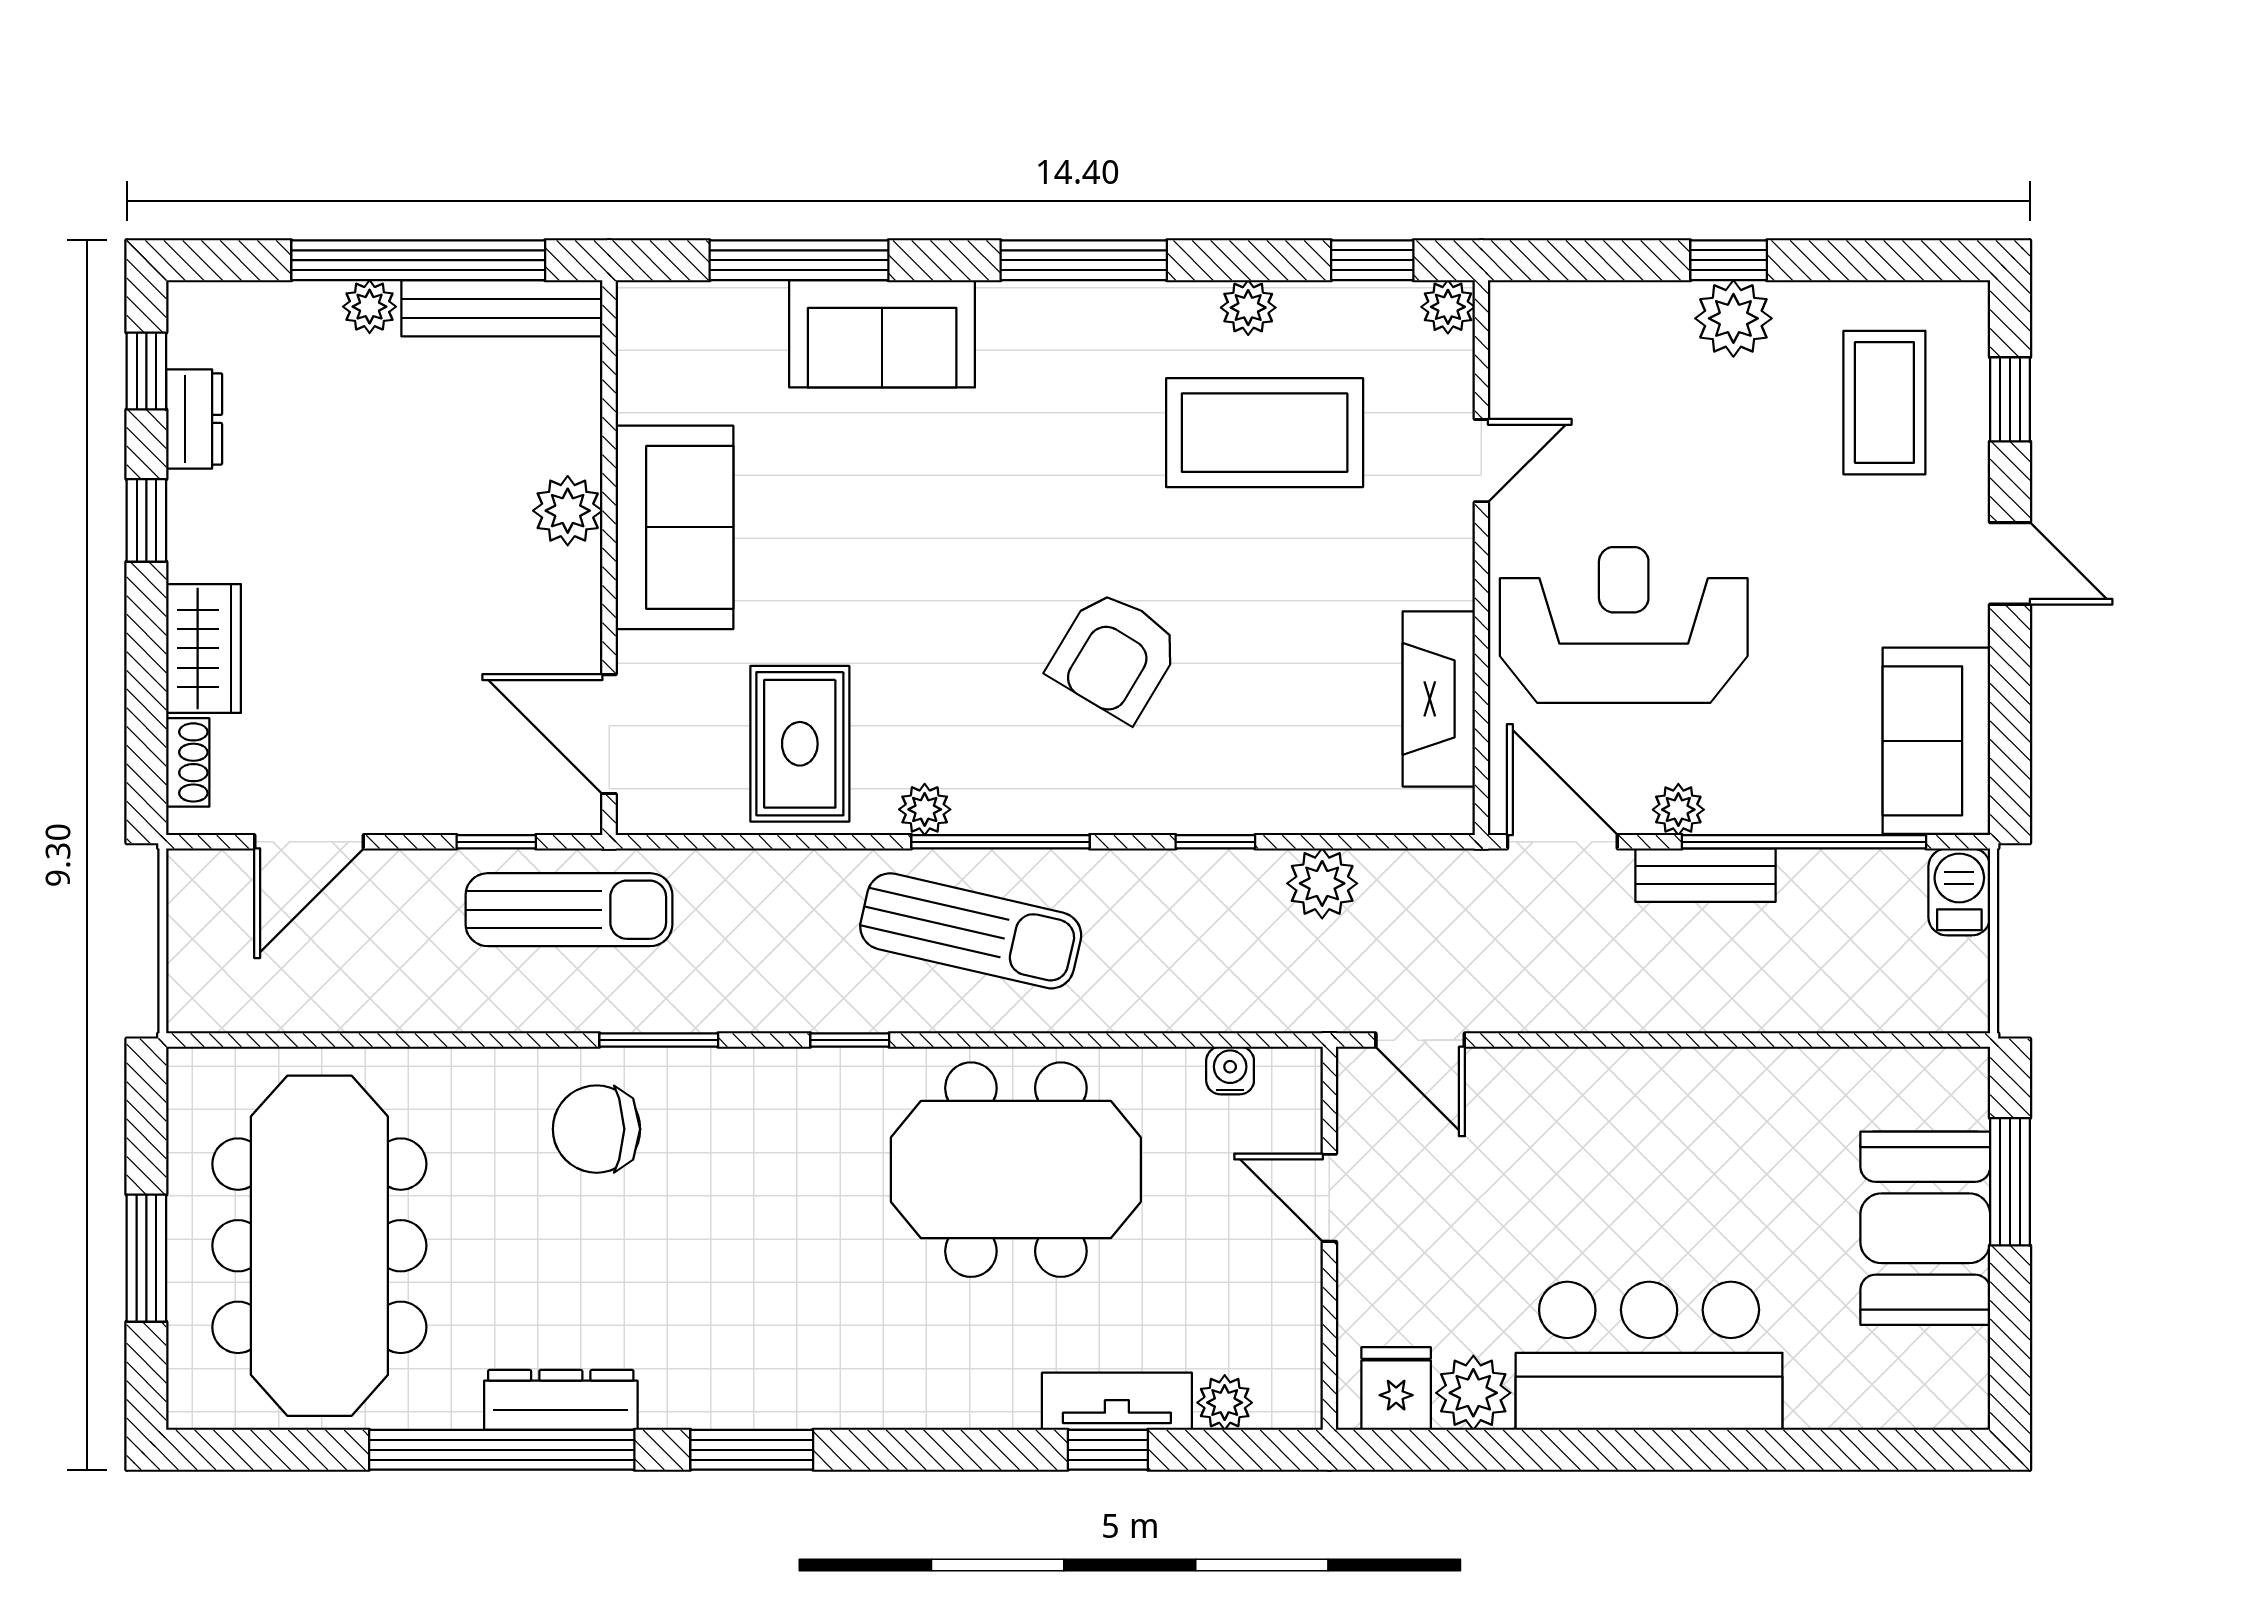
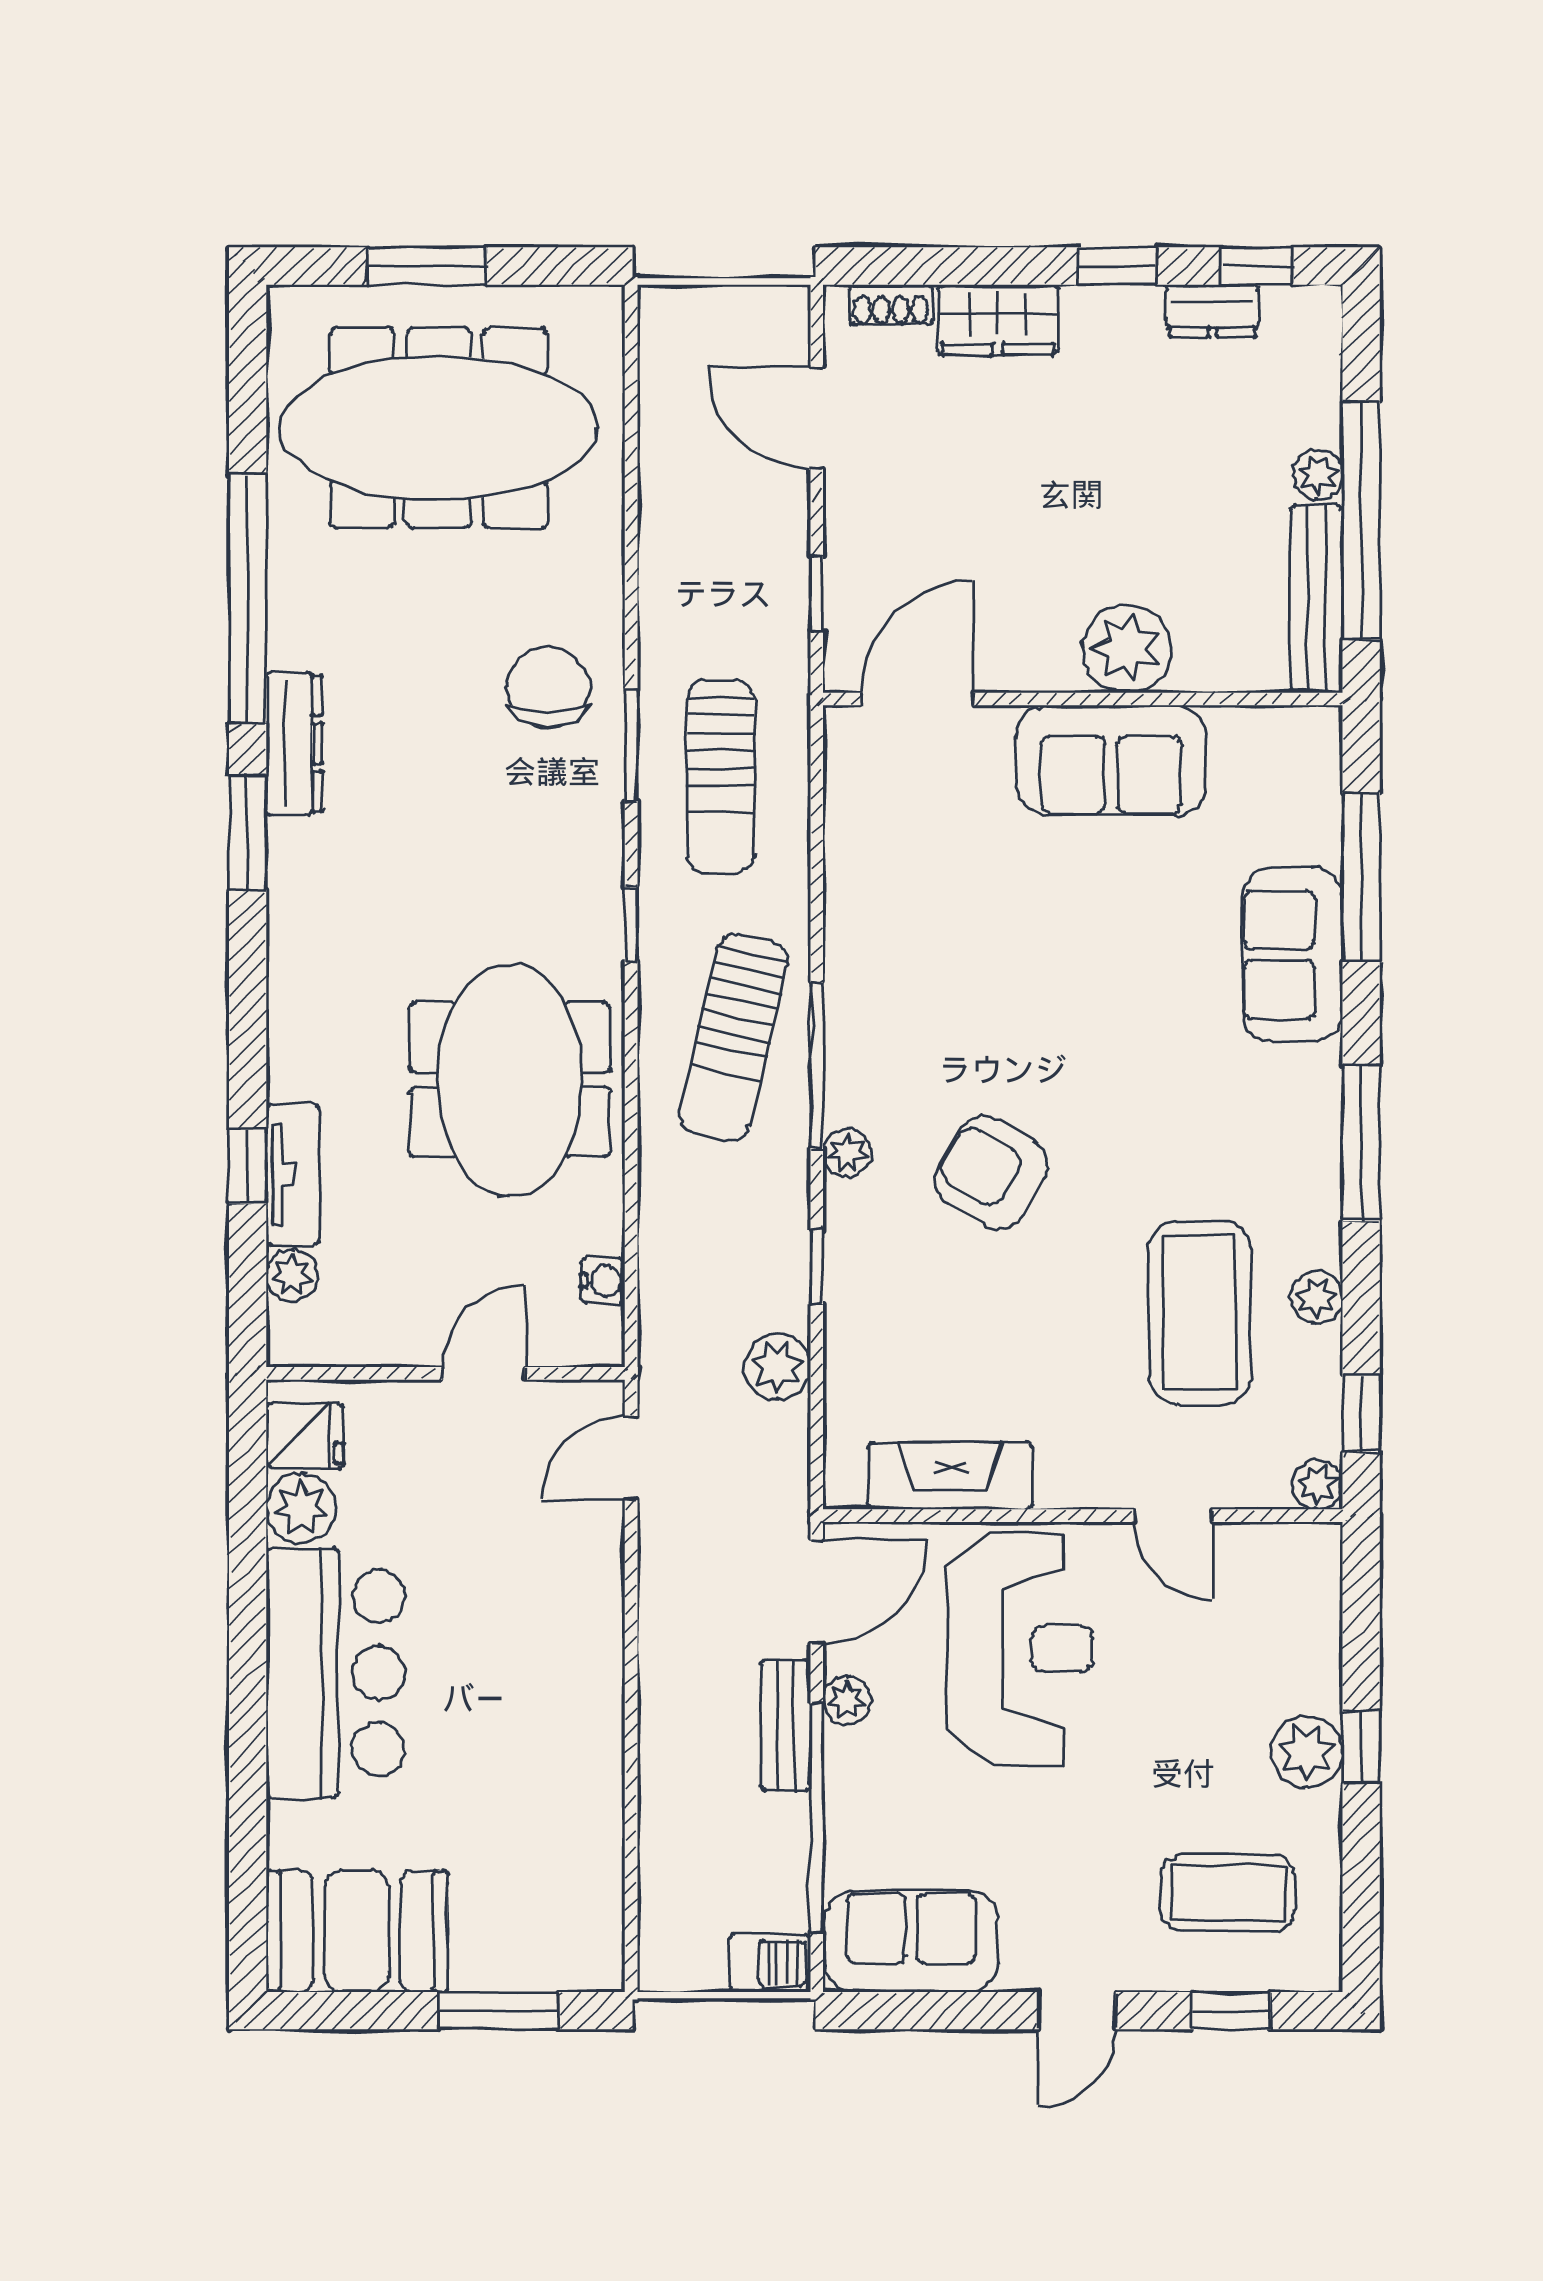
plant: (568, 511) -> (1127, 649), width x1.36, depth x1.36
rug: (800, 744) -> (908, 878), removed
plant: (925, 809) -> (847, 1153), moved
sun lounger: (569, 910) -> (720, 777), moved
booth: (1925, 1228) -> (357, 1931), moved
dresser: (561, 1400) -> (294, 743), moved

